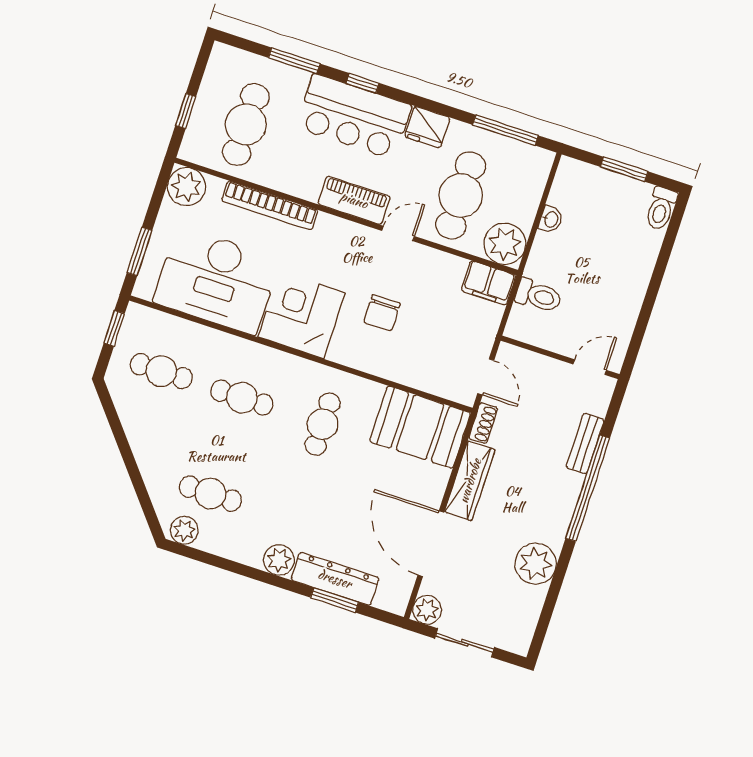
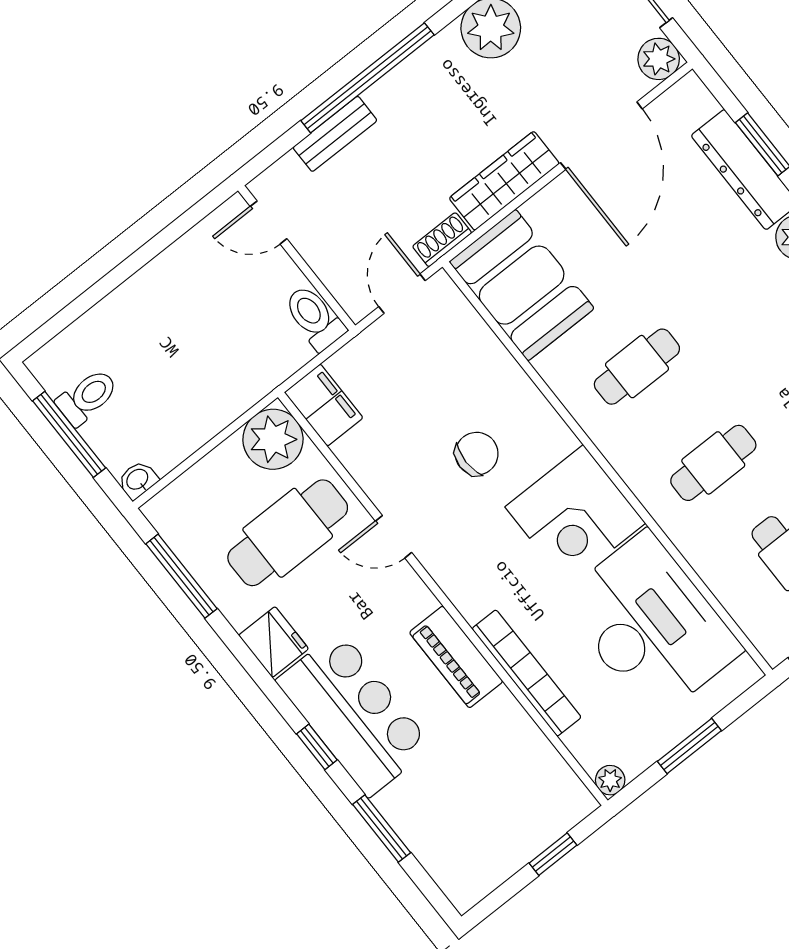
cafe table: (246, 125) -> (491, 790), removed
window: (624, 169) -> (69, 434), width x1.44
plant: (186, 187) -> (610, 780), width x0.53, depth x0.53
piano: (354, 200) -> (456, 657), moved
toilet: (661, 208) -> (87, 397), moved
washbasin: (551, 219) -> (138, 480), moved
window: (140, 251) -> (689, 746), moved
toilet: (538, 296) -> (314, 318), moved
cafe table: (242, 398) -> (713, 463), turned 90

